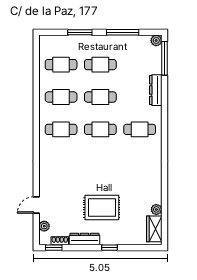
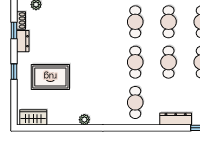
rug: (102, 207) -> (50, 77), moved, turned 90
plant: (156, 209) -> (84, 120), moved
dresser: (85, 239) -> (23, 41), width x0.70
window: (54, 248) -> (14, 31), moved

